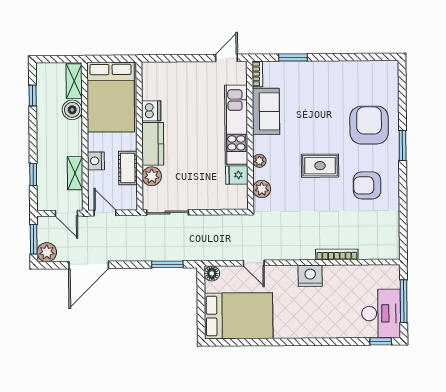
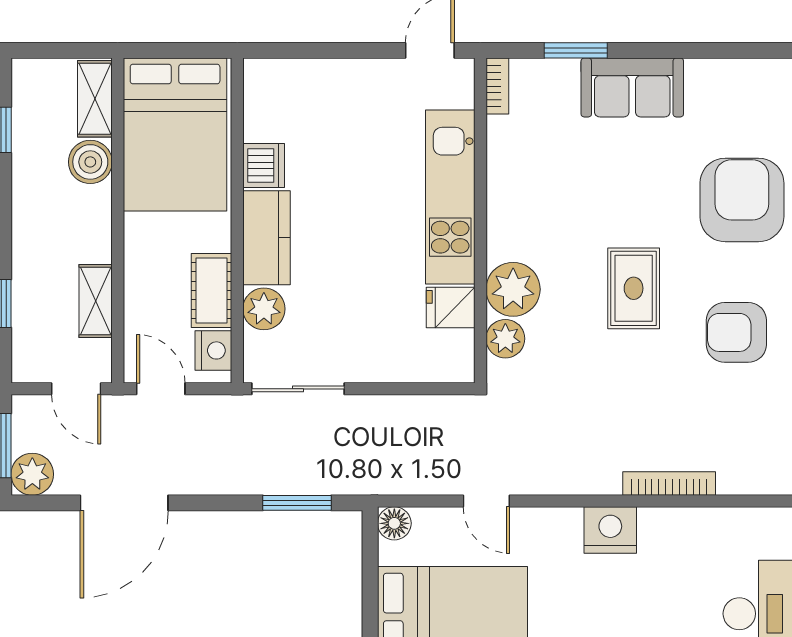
sofa: (266, 111) -> (632, 87), moved, turned 90
nightstand: (96, 161) -> (213, 350), moved, turned 180
plant: (259, 161) -> (513, 289), width x1.87, depth x1.87
rug: (320, 166) -> (634, 288), turned 90

